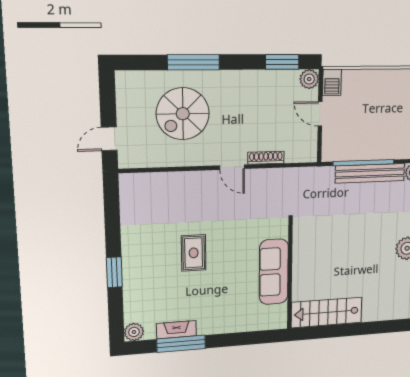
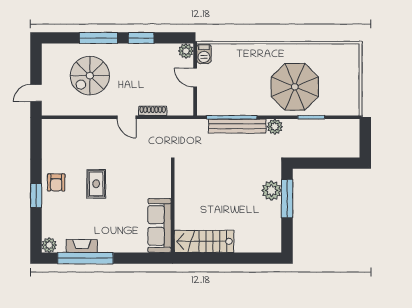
window: (282, 62) -> (141, 38), moved
armchair: (141, 254) -> (56, 182), added
sofa: (274, 272) -> (160, 225), moved
window: (181, 344) -> (85, 258), width x1.46

